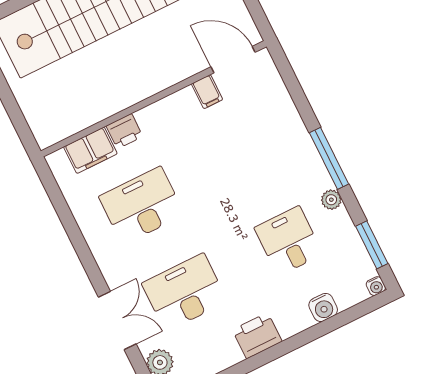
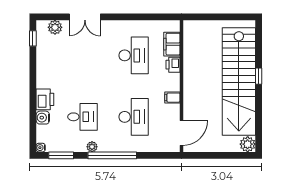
filing cabinet: (207, 92) -> (172, 98), moved
window: (329, 158) -> (112, 155), width x1.46
desk: (185, 292) -> (134, 117), moved
printer: (257, 336) -> (45, 99), moved

